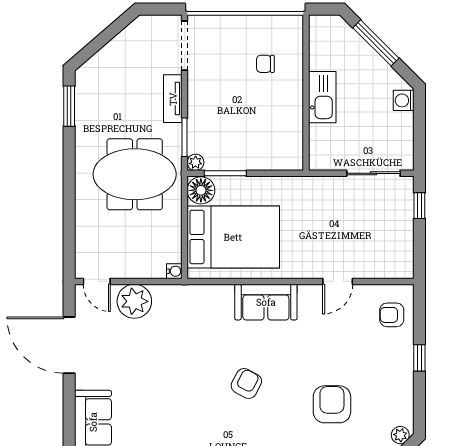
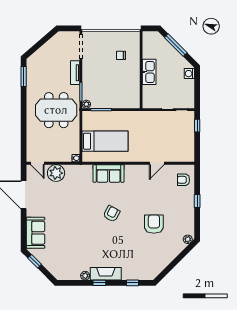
floor lamp: (201, 190) -> (89, 118), removed
bed: (233, 237) -> (105, 141), width x0.67
sofa: (266, 302) -> (109, 173), moved

